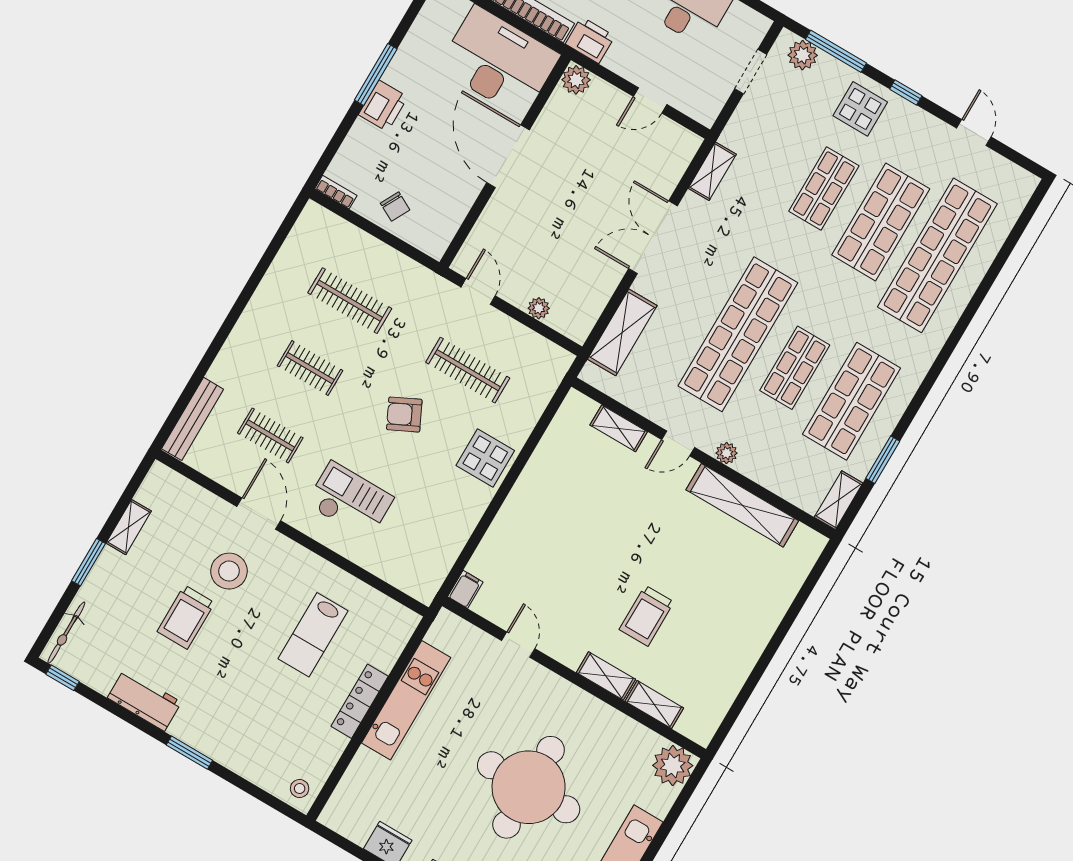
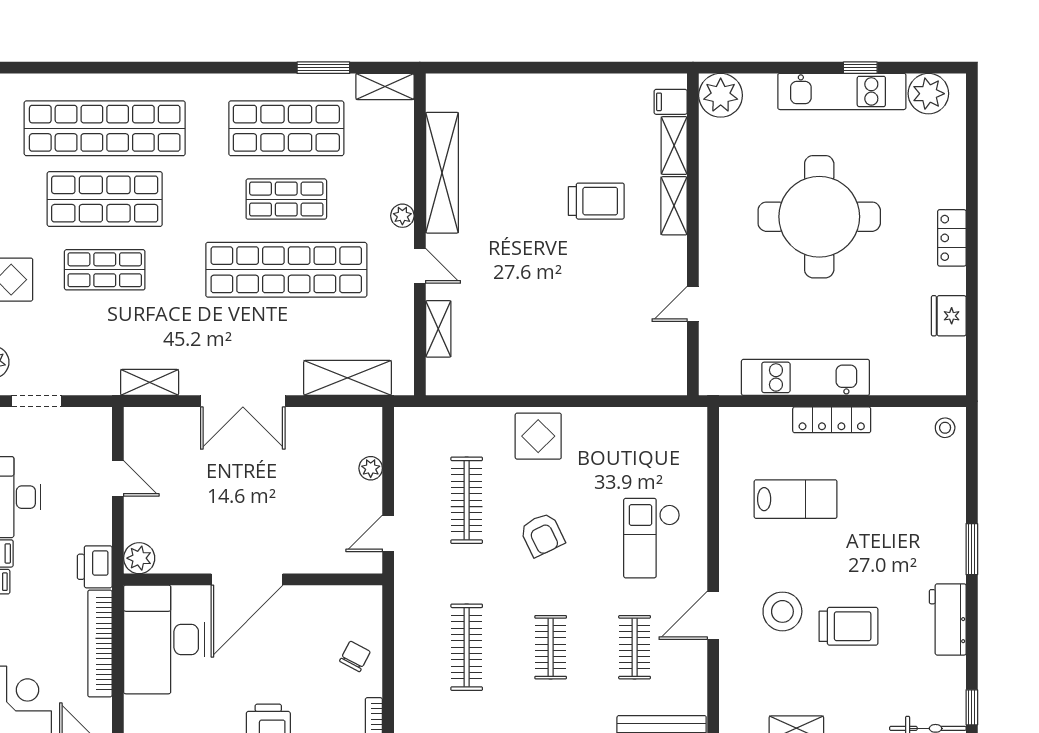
filing cabinet: (465, 589) -> (671, 102), moved

